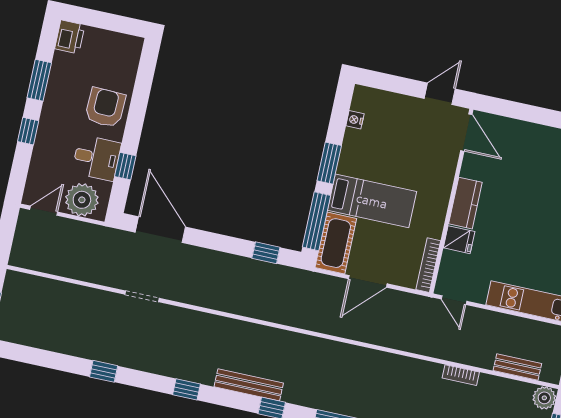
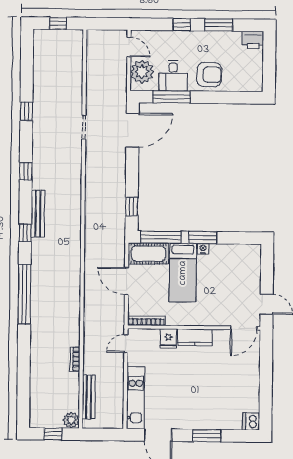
nightstand: (355, 120) -> (203, 249), moved
window: (125, 166) -> (171, 97), width x2.17
bench: (517, 367) -> (89, 397), width x1.36

